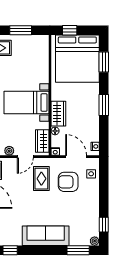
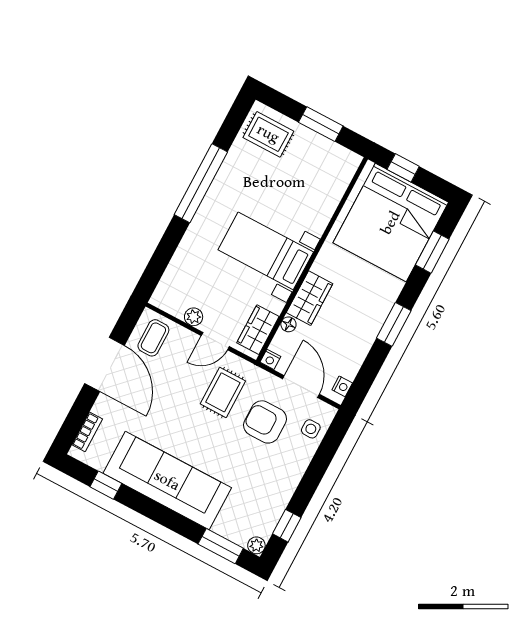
sofa: (46, 236) -> (167, 481), width x1.36, depth x1.27

